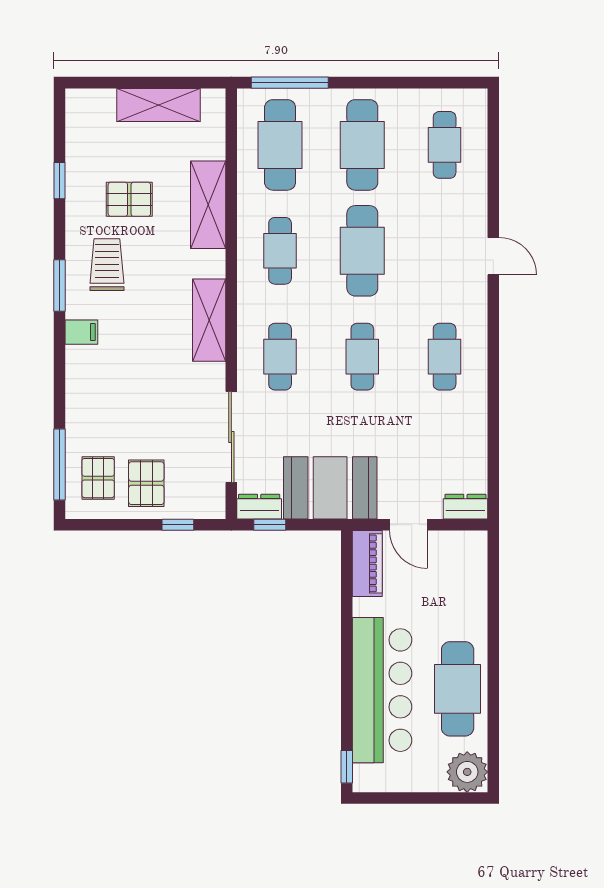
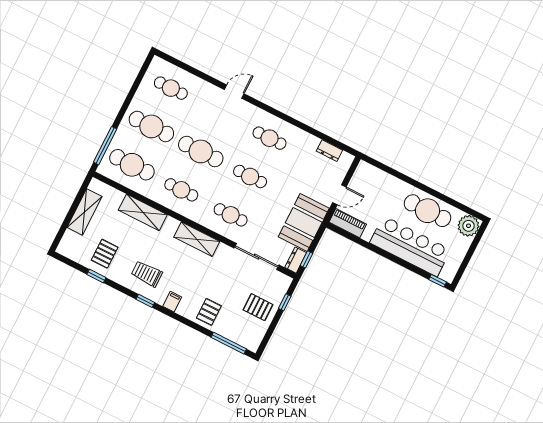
pallet: (129, 199) -> (105, 254), moved
window: (60, 286) -> (145, 301), width x0.67
pallet: (98, 478) -> (209, 312), moved, turned 90
dresser: (465, 507) -> (329, 151), moved, turned -90

